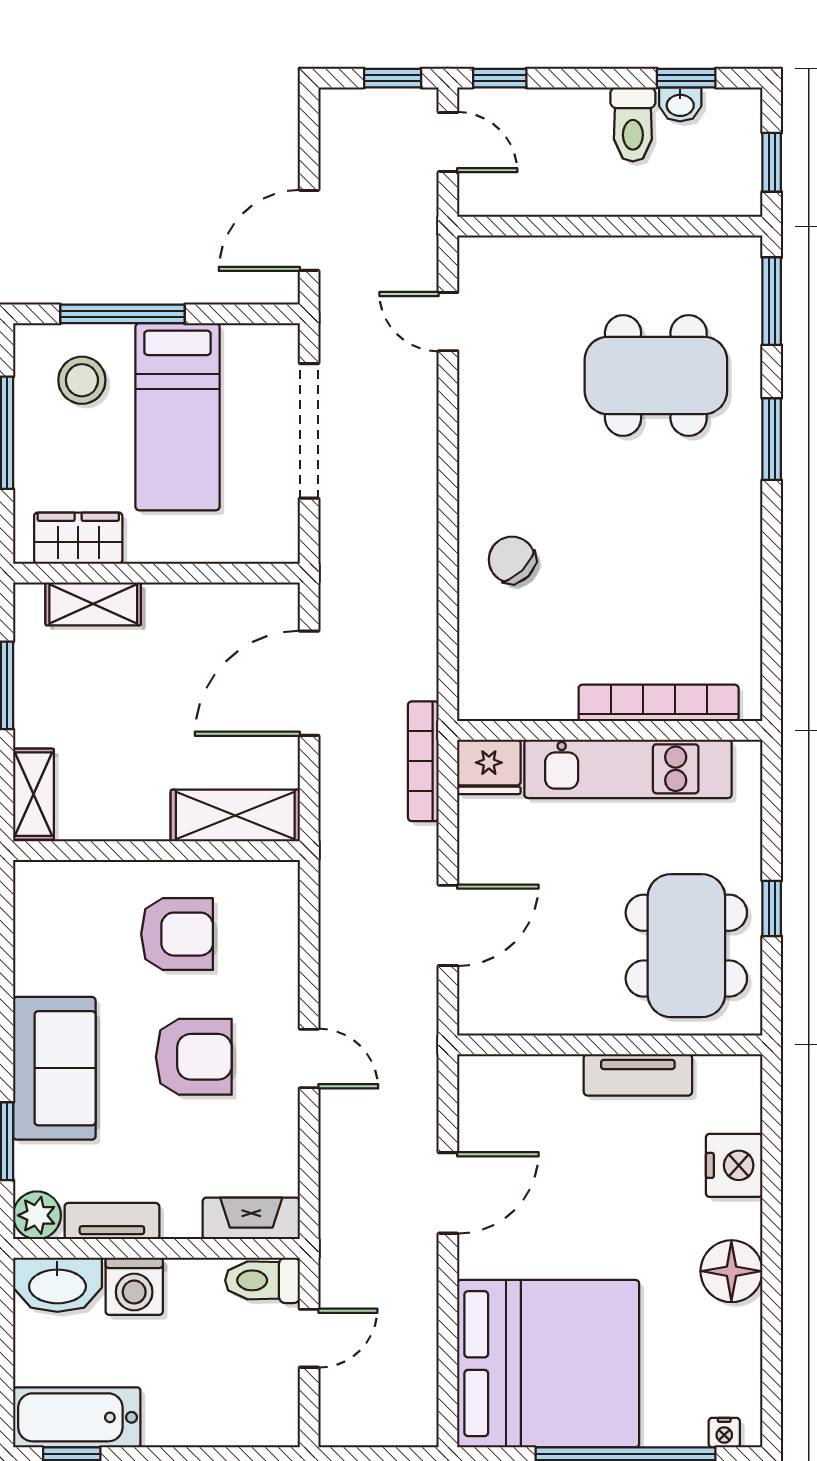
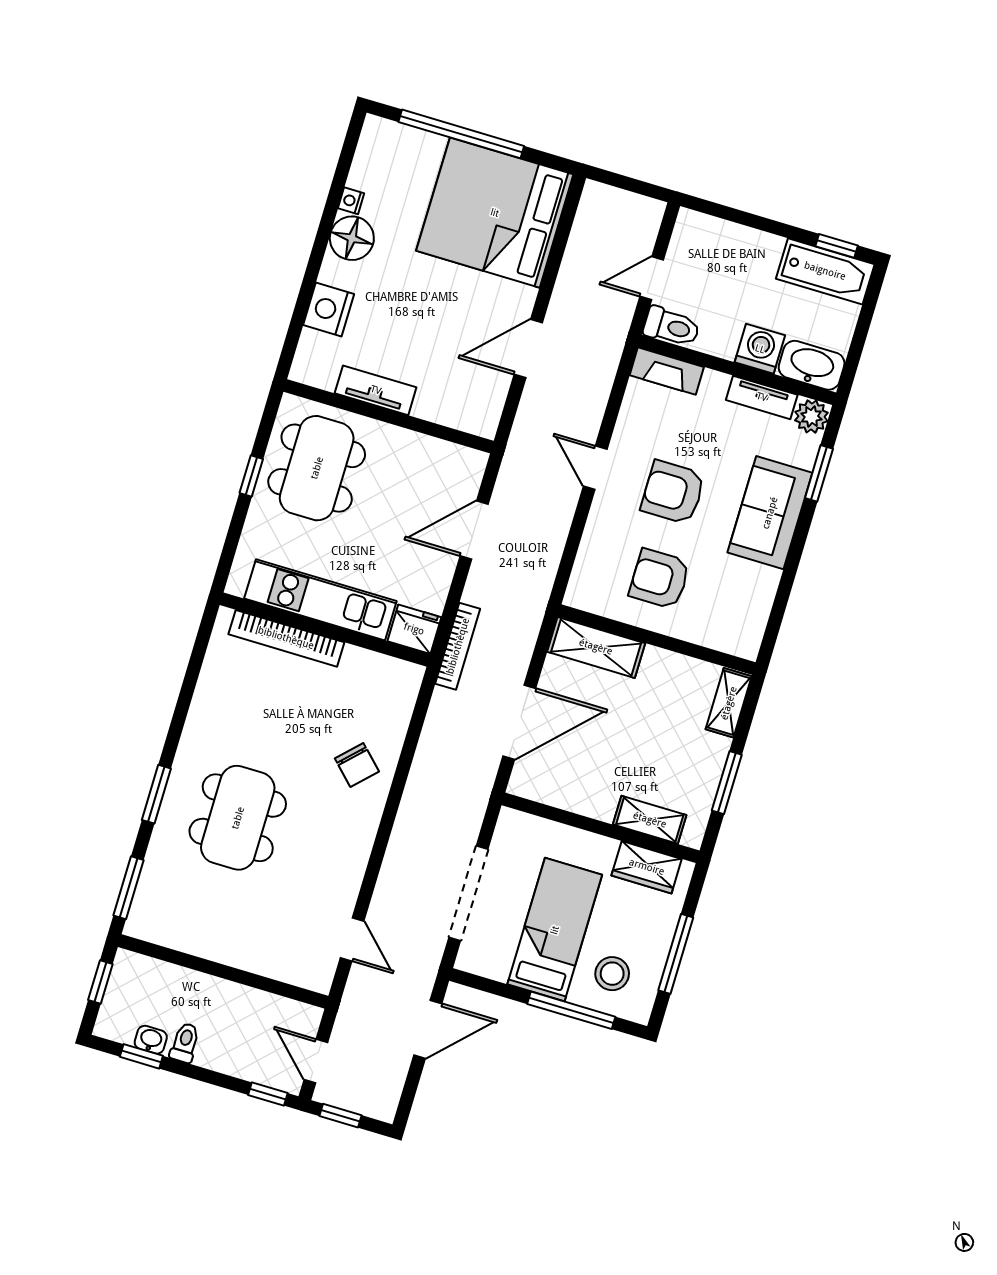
toilet: (633, 124) -> (185, 1043), width x0.73, depth x0.72
dining table: (656, 375) -> (238, 818), moved, turned 90
nightstand: (724, 1433) -> (351, 201), moved, turned -90

